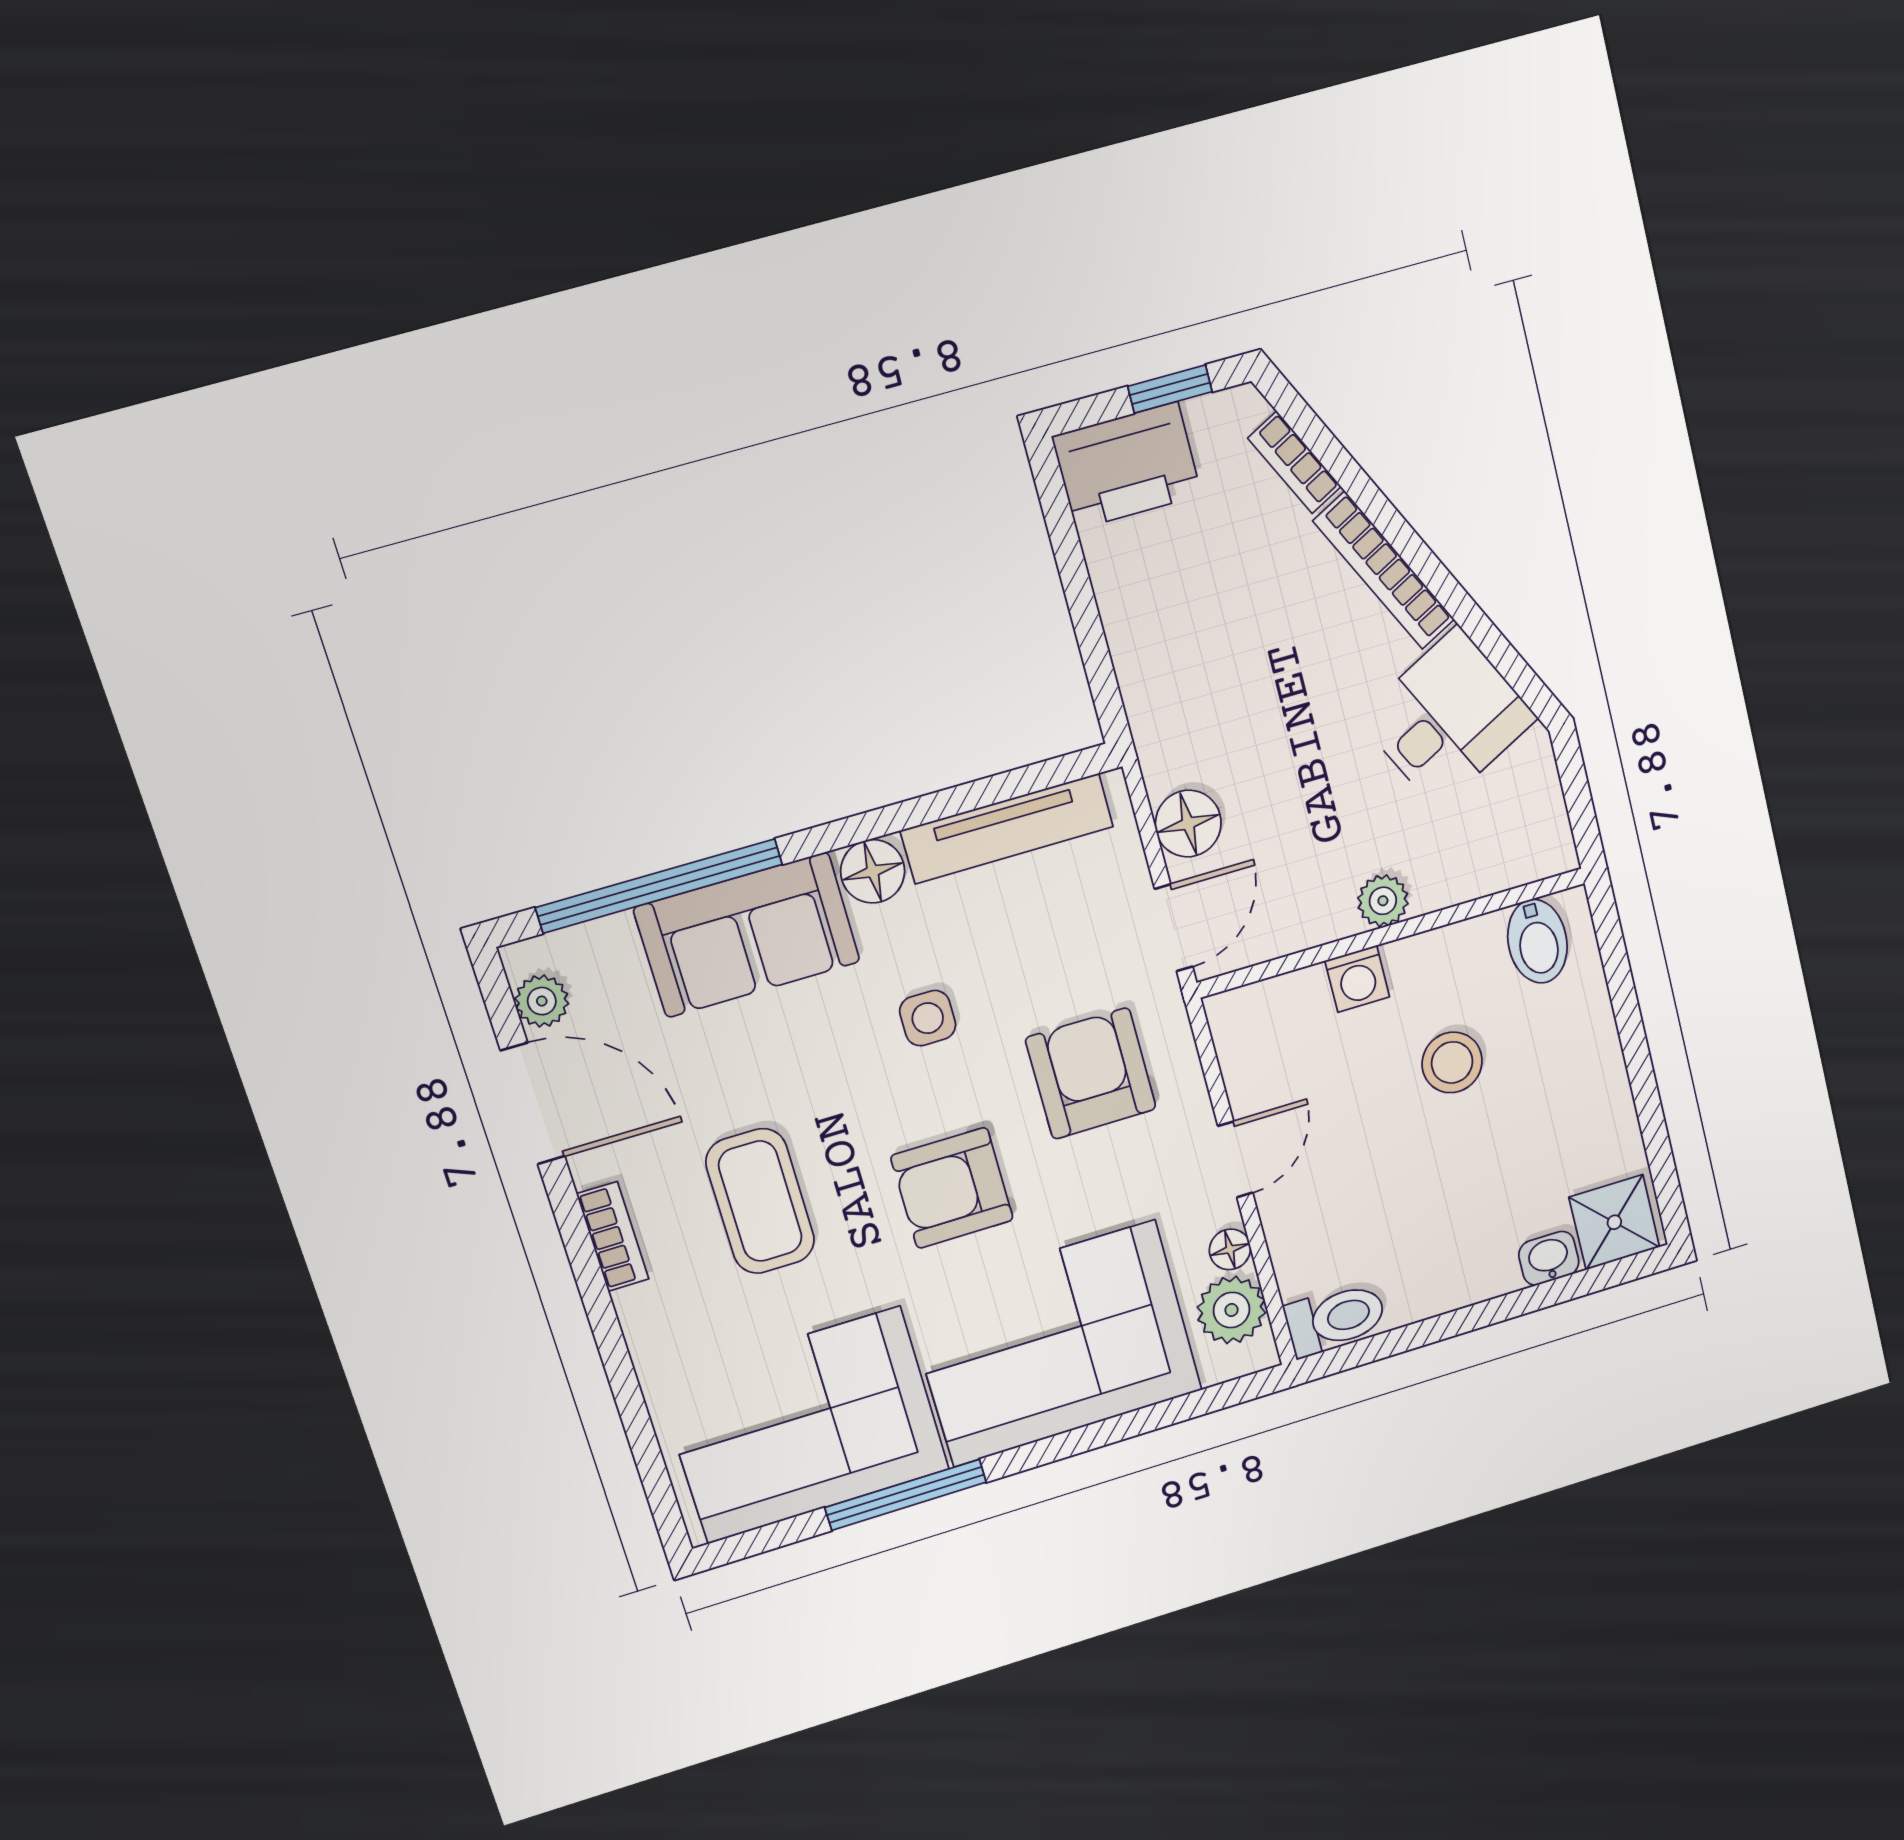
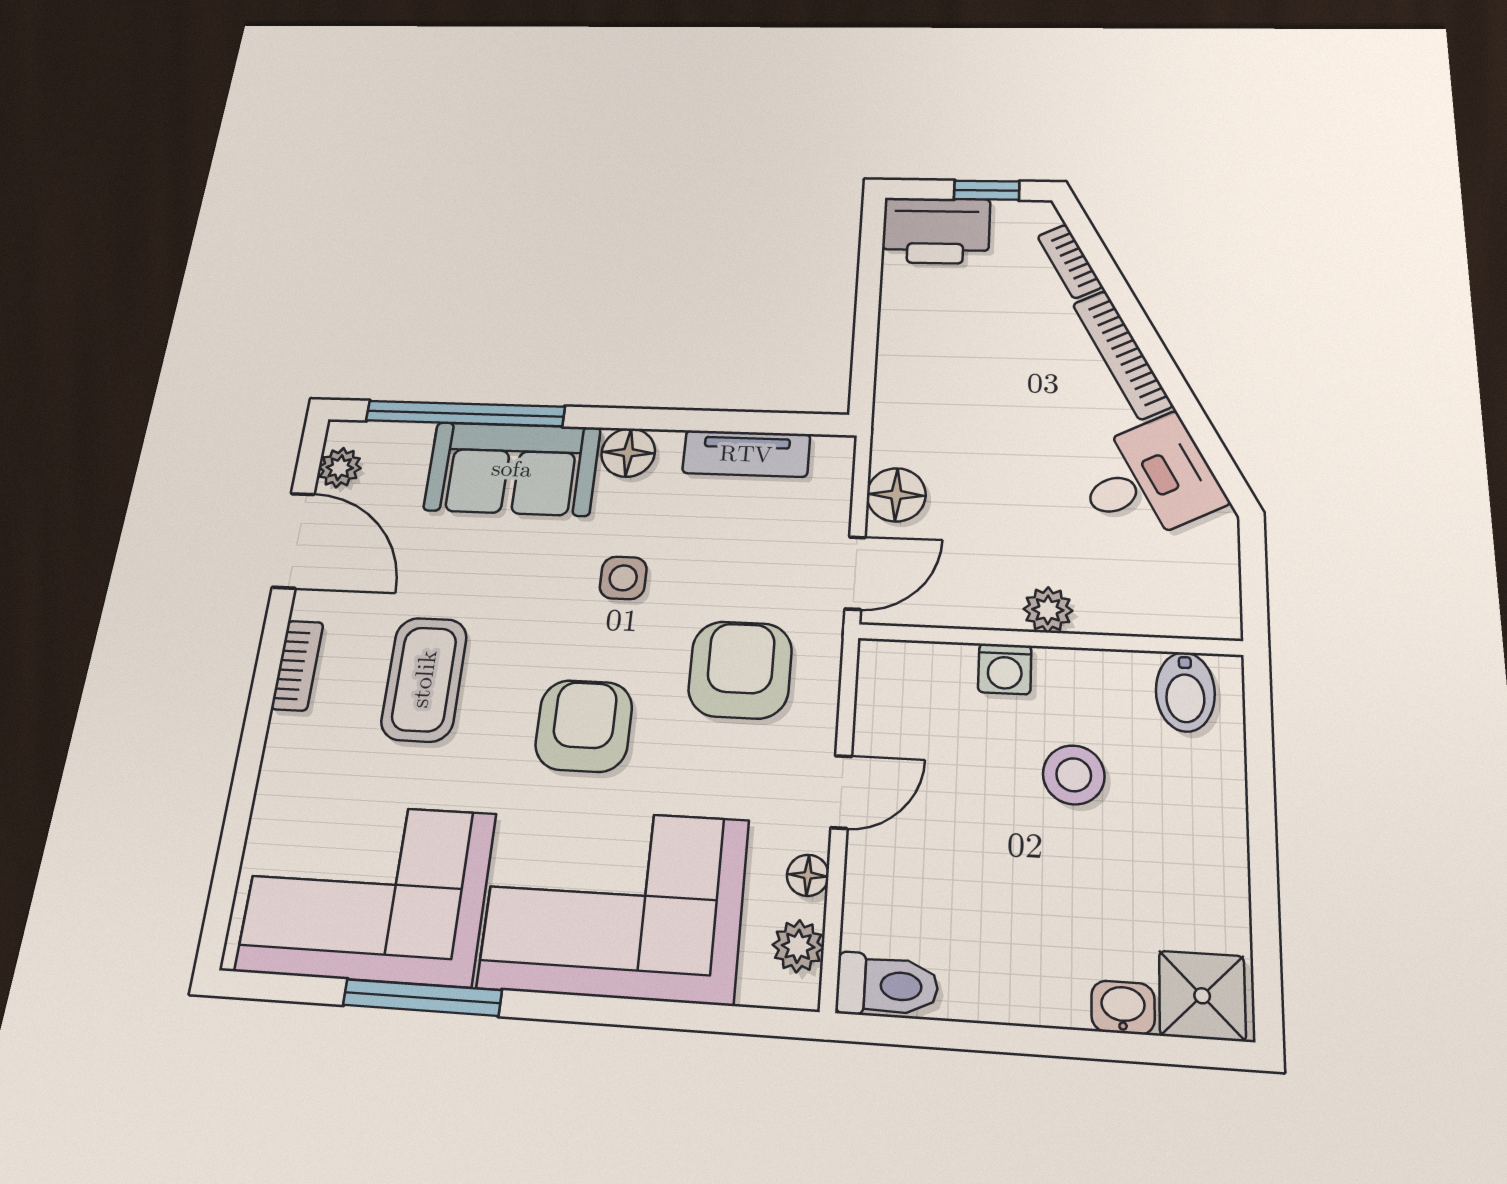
tv unit: (1007, 829) -> (746, 454), width x0.71
armchair: (952, 1188) -> (584, 726), turned 90
plant: (1231, 1310) -> (798, 946), width x0.73, depth x0.73

